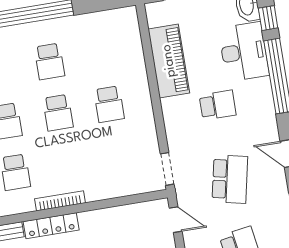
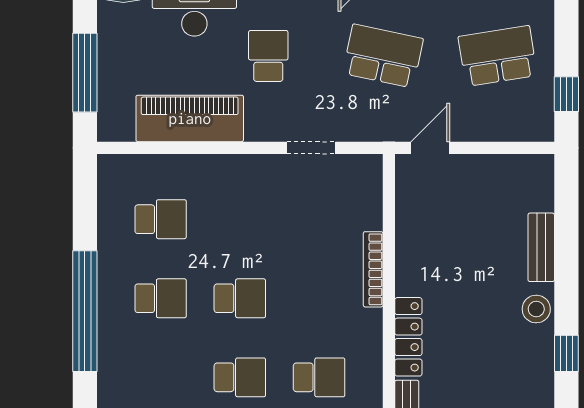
school desk: (109, 104) -> (161, 219), moved
doorway: (167, 169) -> (311, 148), moved
bookcase: (60, 201) -> (373, 269), moved

